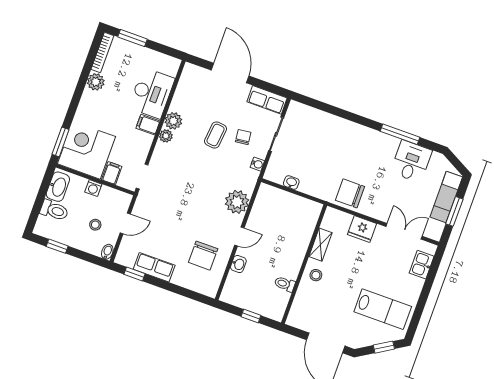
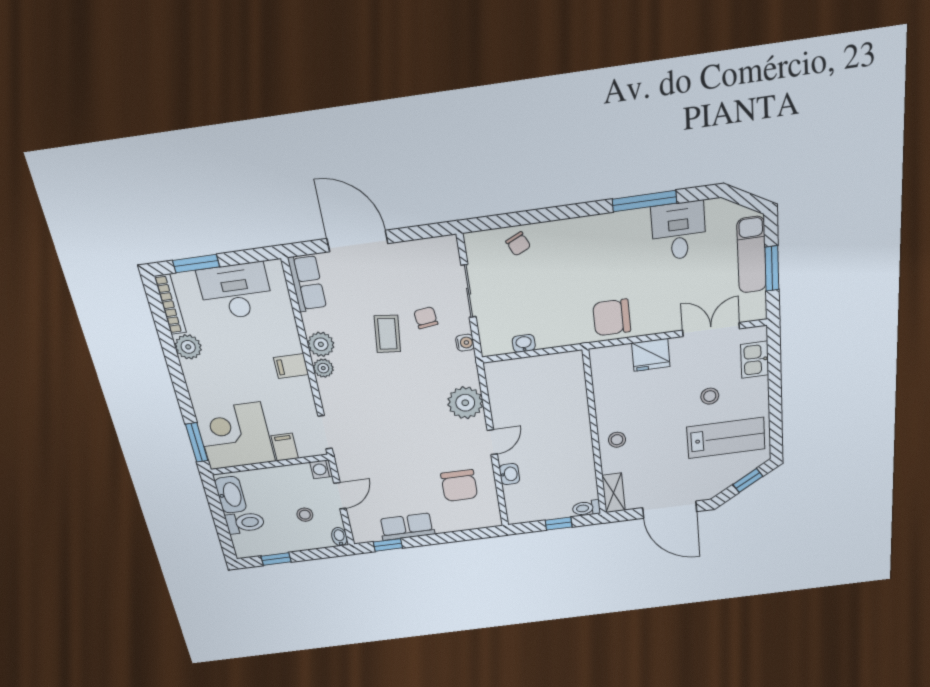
desk: (152, 93) -> (236, 291), moved, turned -90
row of seats: (267, 100) -> (307, 283), moved, turned -90
chair: (318, 122) -> (518, 244), added
washing machine: (93, 188) -> (321, 469), moved, turned 90
shelving: (320, 245) -> (614, 493), moved
stool: (385, 275) -> (710, 396), added
toilet: (285, 284) -> (586, 508), moved

